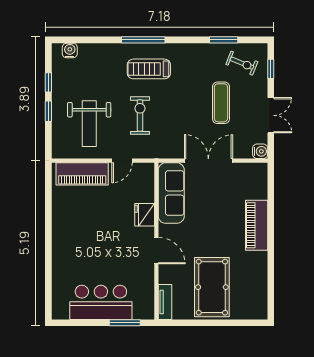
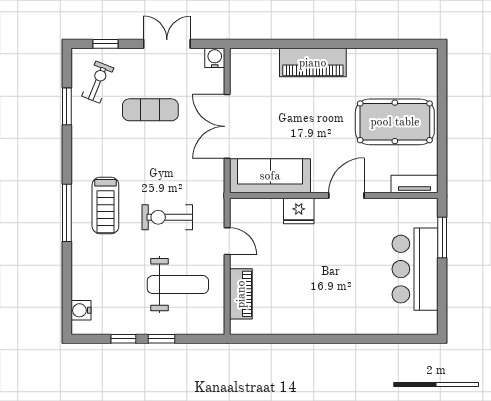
piano: (82, 174) -> (241, 294), width x0.73, depth x0.75

